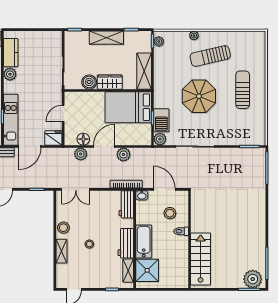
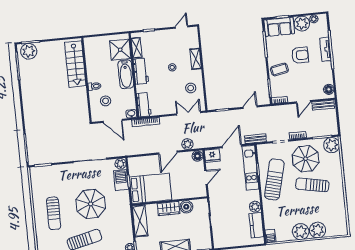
floor lamp: (83, 139) -> (197, 156), moved
plant: (123, 154) -> (151, 147), removed
stool: (63, 228) -> (191, 88), moved

